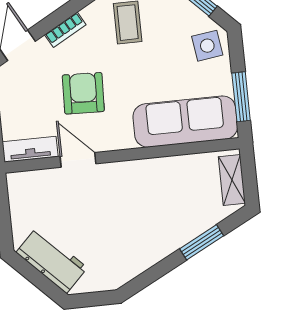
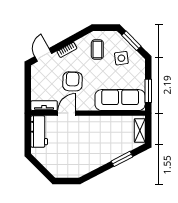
side table: (207, 46) -> (121, 58), moved
door: (78, 160) -> (67, 113), hinge flipped
workbench: (52, 260) -> (39, 132), moved, turned 45

